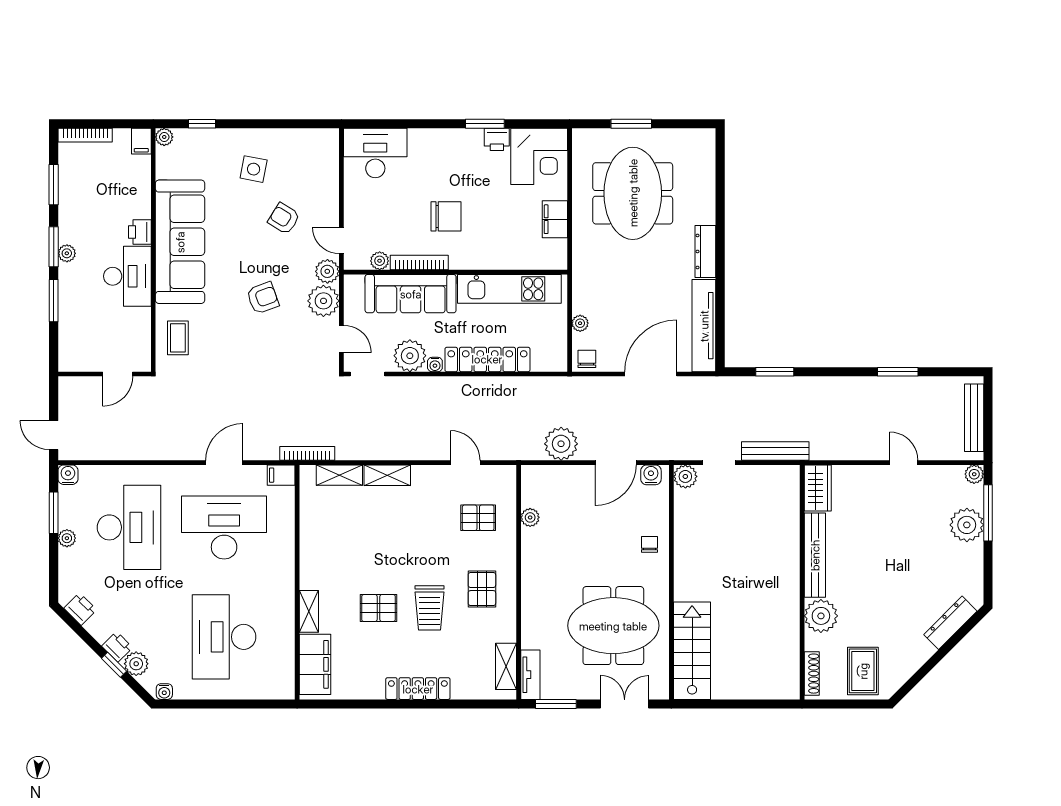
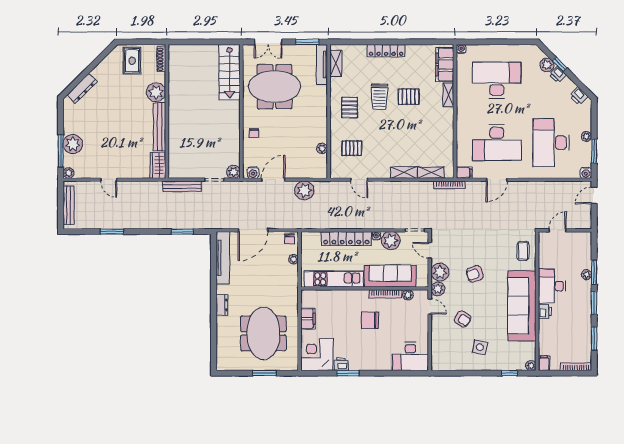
dresser: (705, 251) -> (222, 305), width x0.70
plant: (67, 253) -> (587, 275), moved
door: (54, 435) -> (594, 195), swing flipped
trolley: (430, 608) -> (379, 97), turned 180
desk: (224, 637) -> (497, 80), turned -90
tv unit: (530, 675) -> (322, 64), width x1.41
water cooler: (164, 692) -> (461, 49), moved

